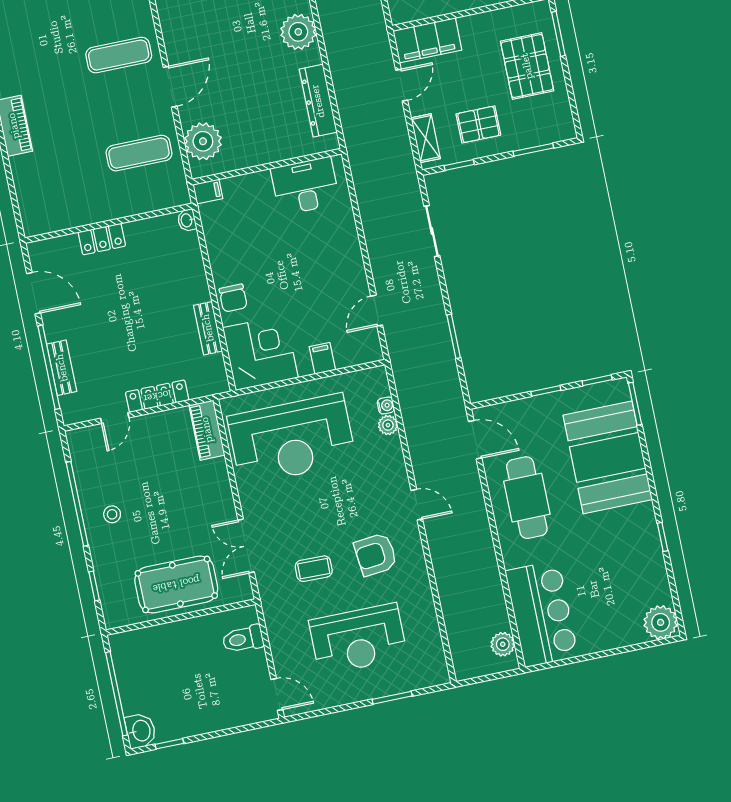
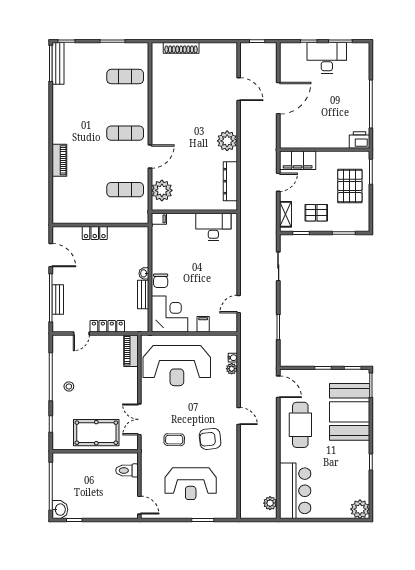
washbasin: (187, 220) -> (144, 273), moved

